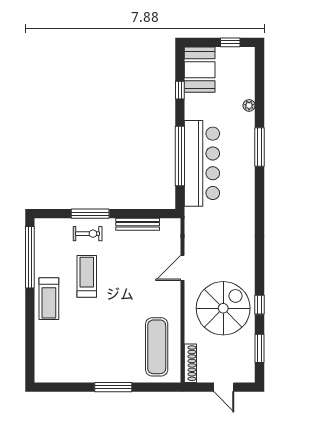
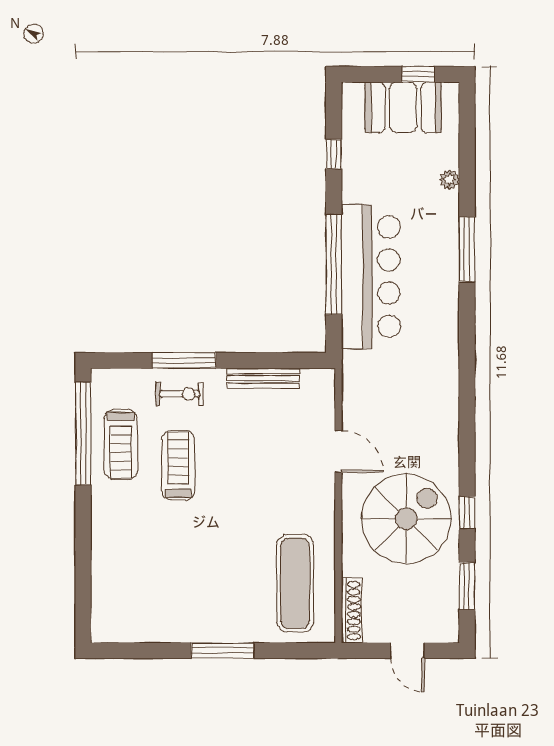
booth: (200, 70) -> (403, 107), moved, turned 90
door: (183, 268) -> (338, 451), swing flipped
treadmill: (49, 299) -> (121, 445), moved

